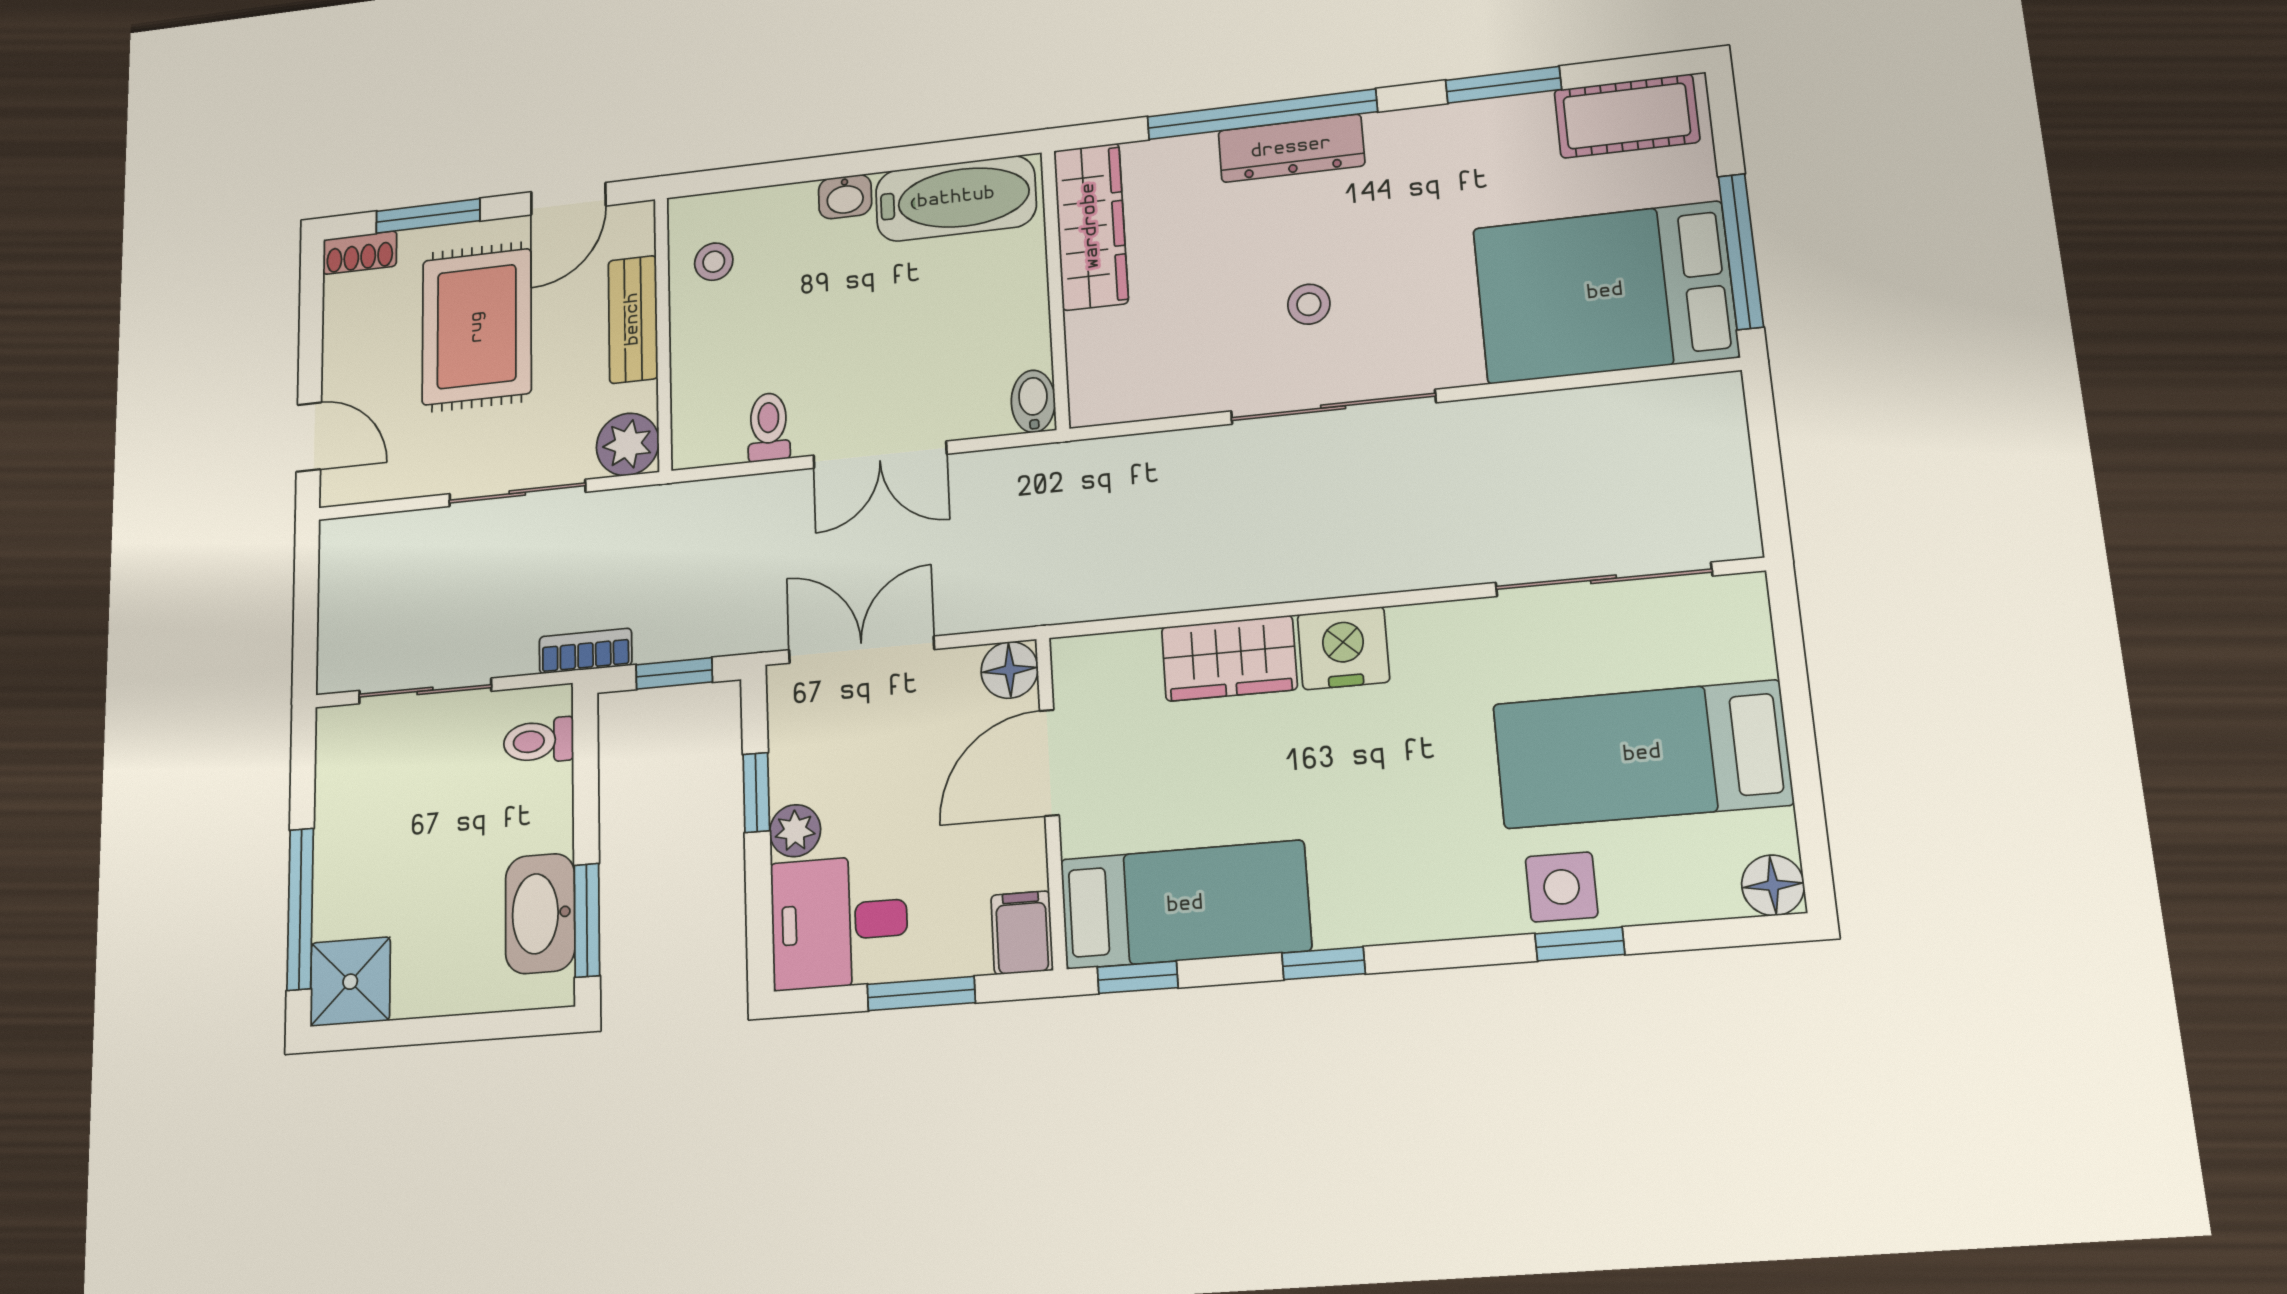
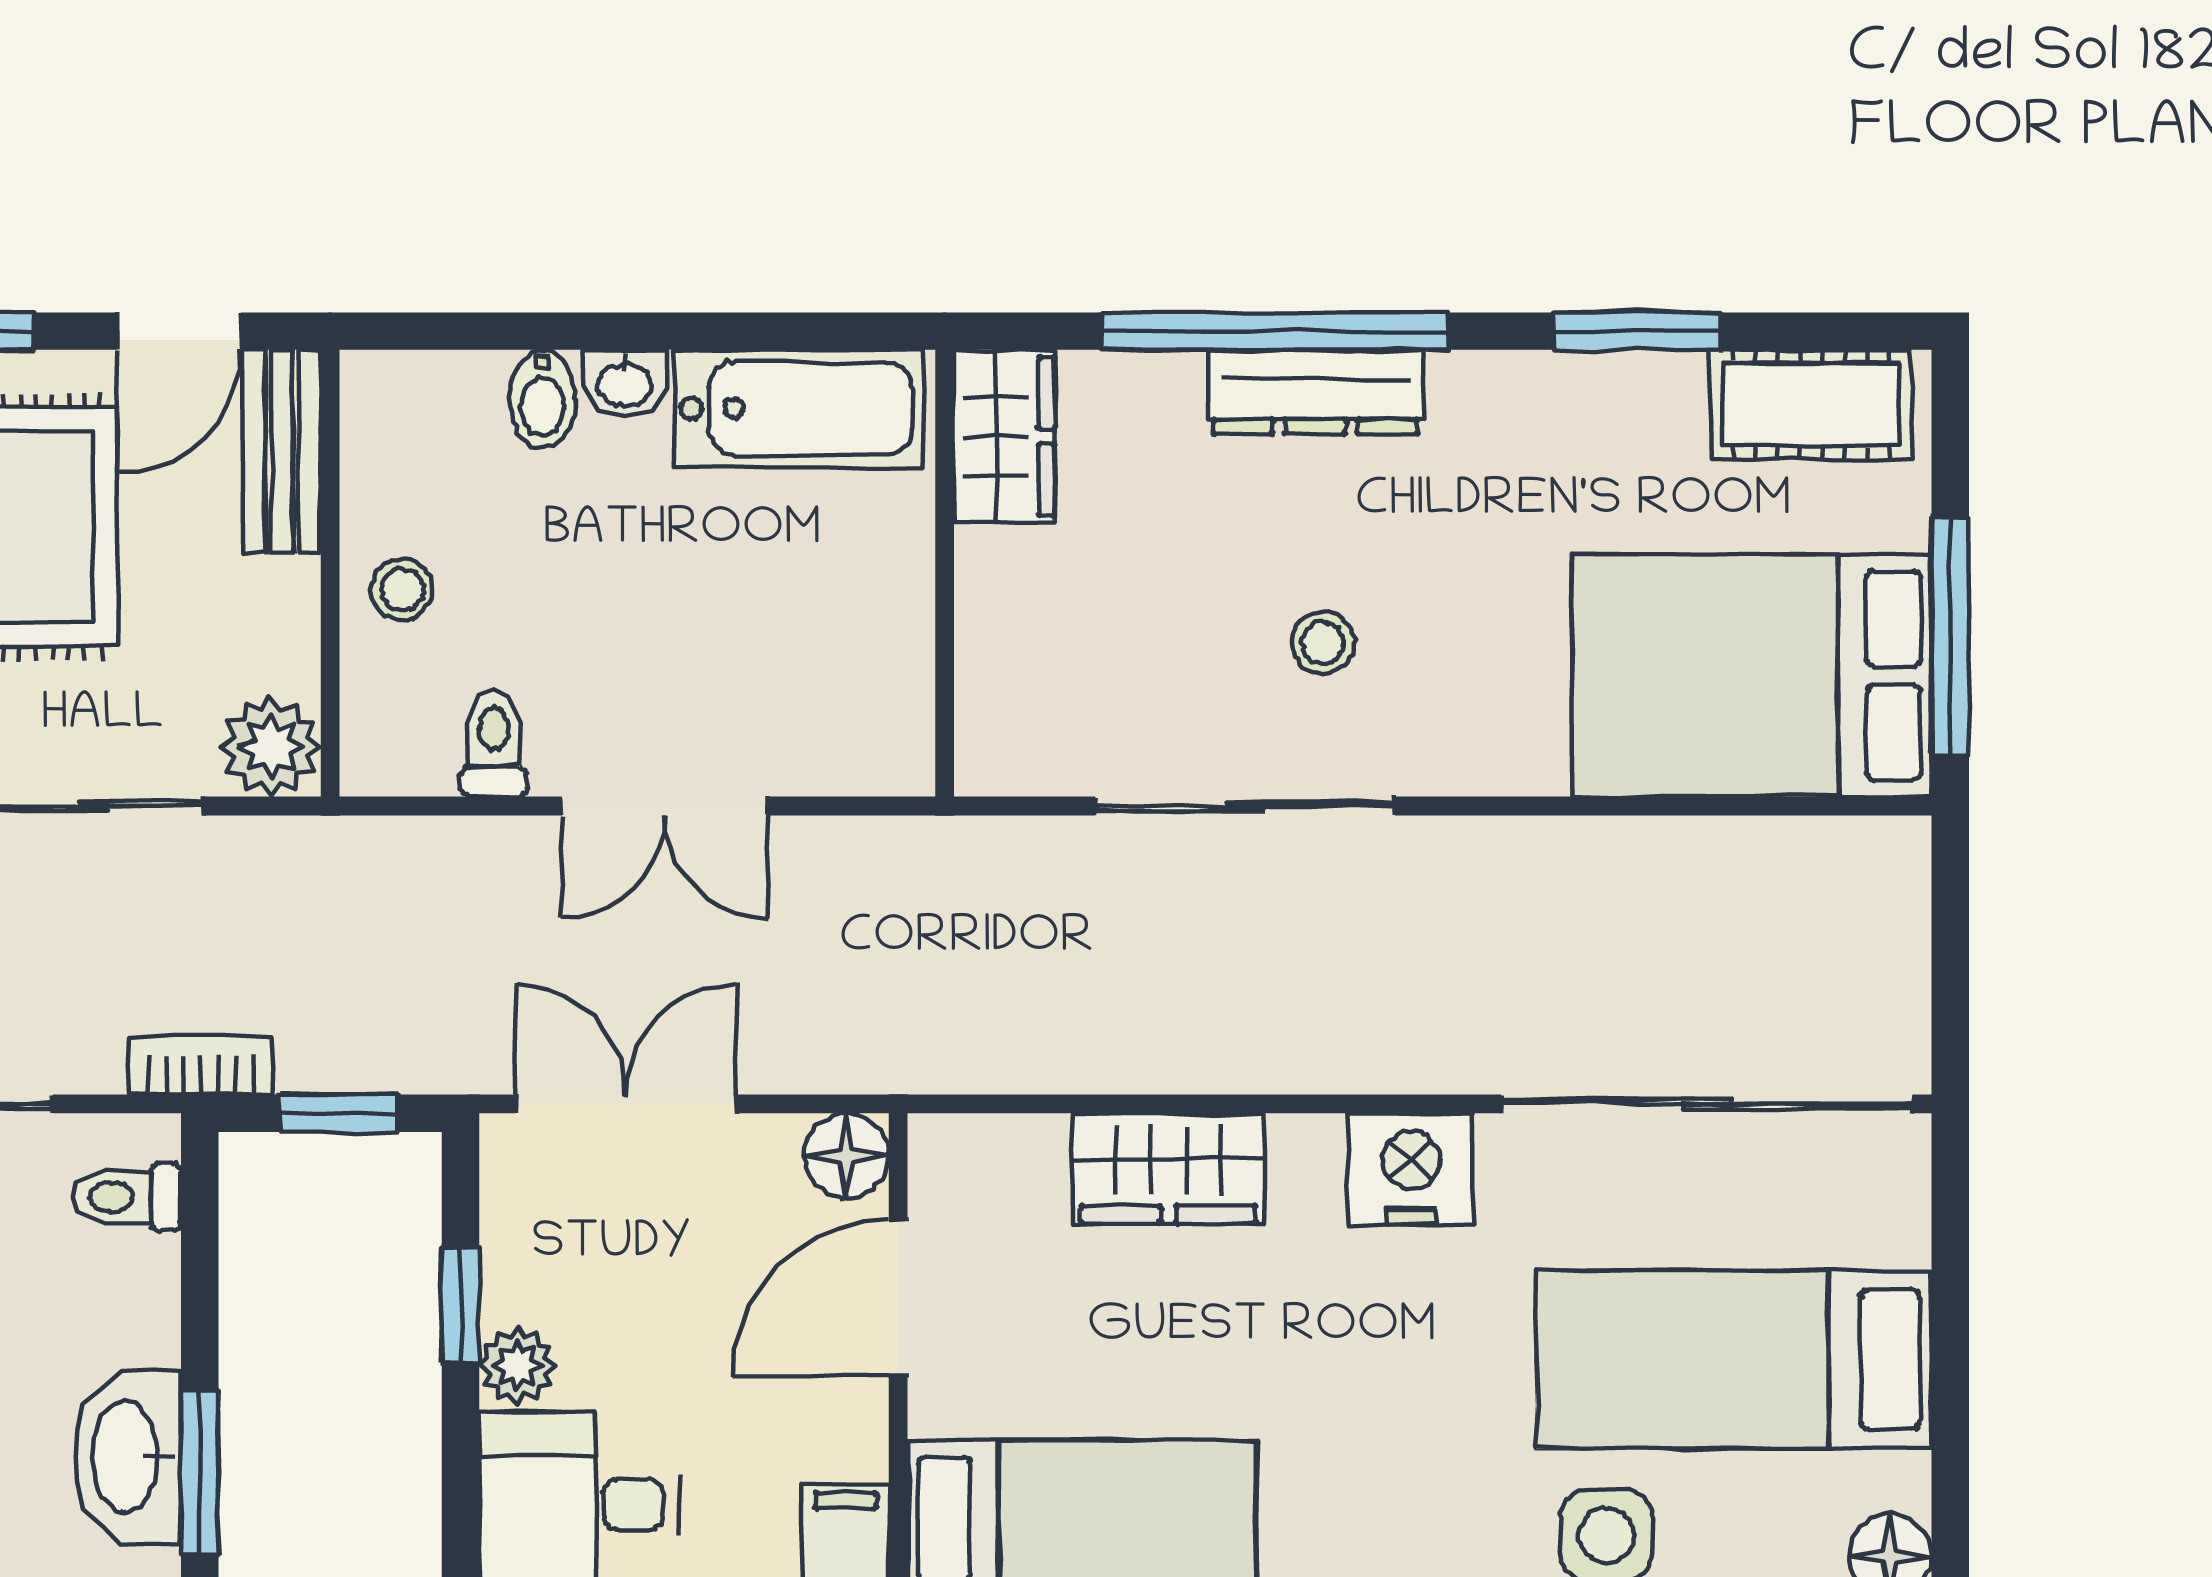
wardrobe: (1091, 226) -> (1004, 436), width x0.67
stool: (714, 262) -> (402, 589), moved
bench: (633, 319) -> (282, 451), moved
bidet: (1033, 401) -> (542, 399), moved, turned 180
sliding door: (1333, 407) -> (1245, 806), moved
sliding door: (1604, 579) -> (1707, 1104), width x1.36
nightstand: (1343, 648) -> (1411, 1169), moved

